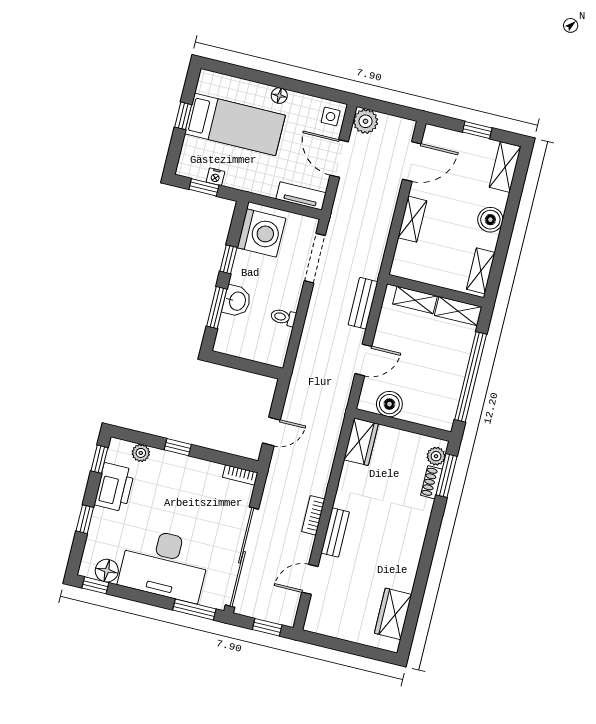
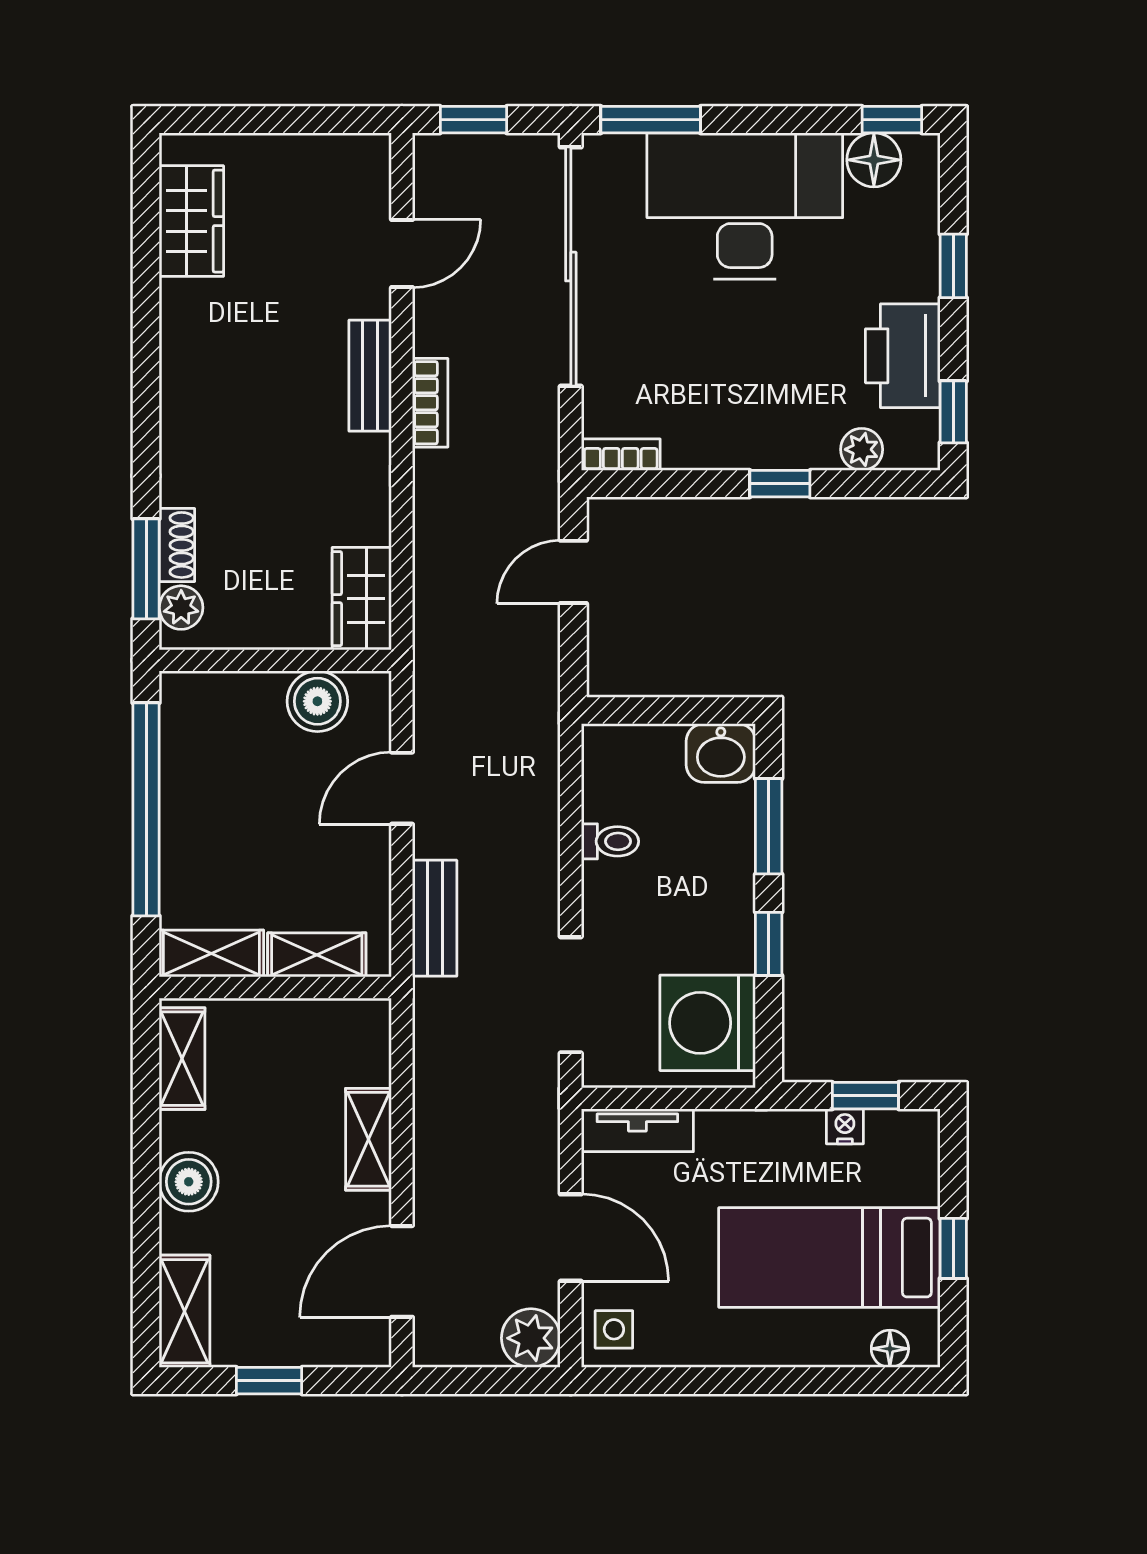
floor lamp: (279, 96) -> (890, 1349), moved
washbasin: (237, 301) -> (721, 753), moved, turned -90

